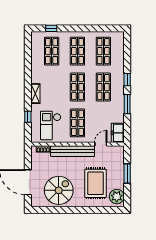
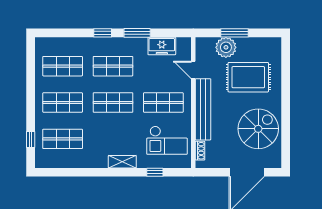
freezer: (118, 133) -> (162, 46), moved
spiral stairs: (59, 190) -> (258, 129), turned 90
plant: (117, 197) -> (226, 47), moved

